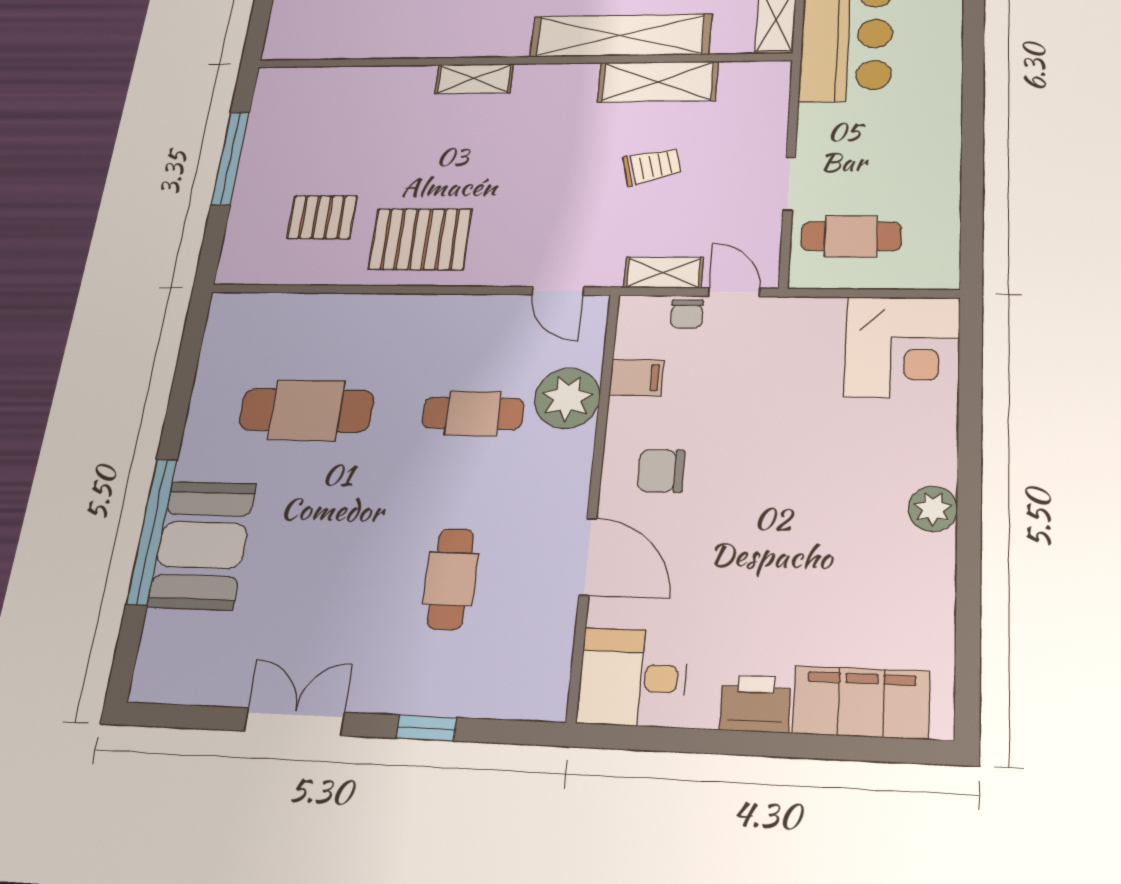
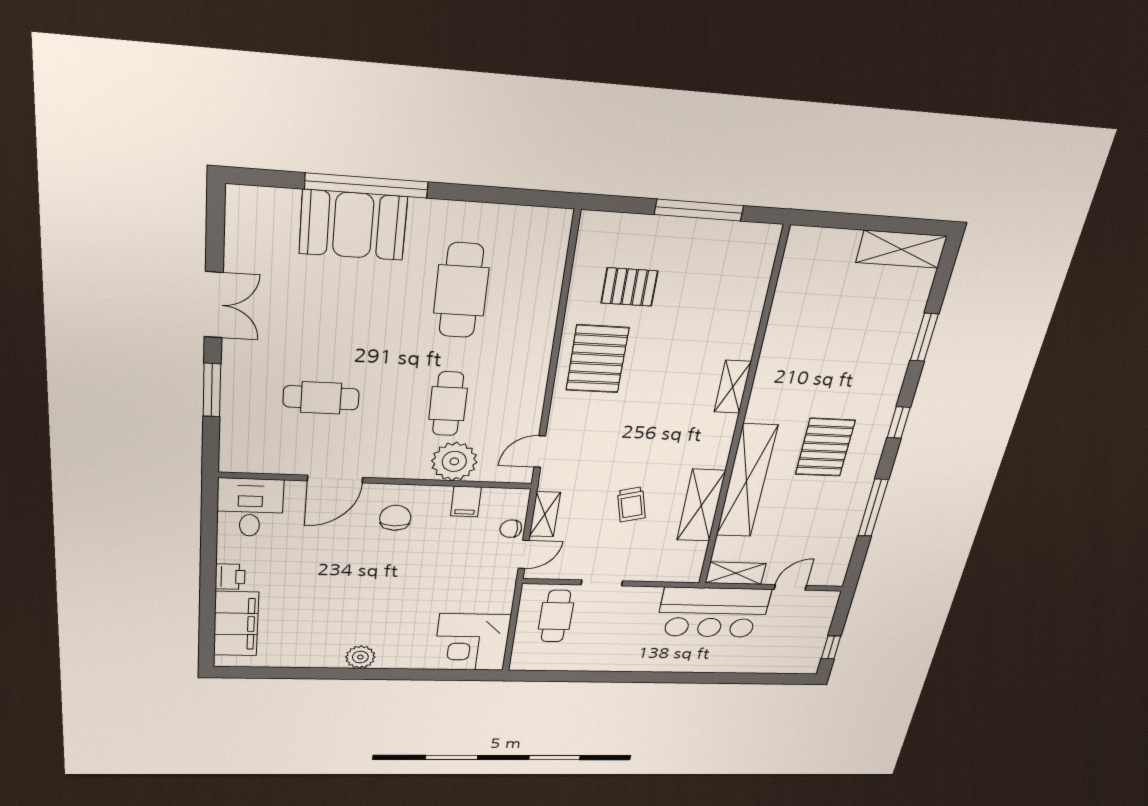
pallet: (322, 217) -> (629, 287), turned 90
printer: (755, 704) -> (230, 577), width x0.73, depth x0.81
window: (426, 728) -> (212, 390), width x1.50

